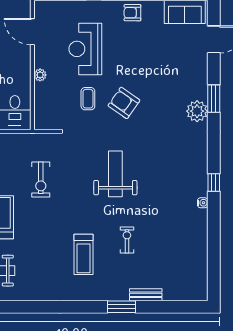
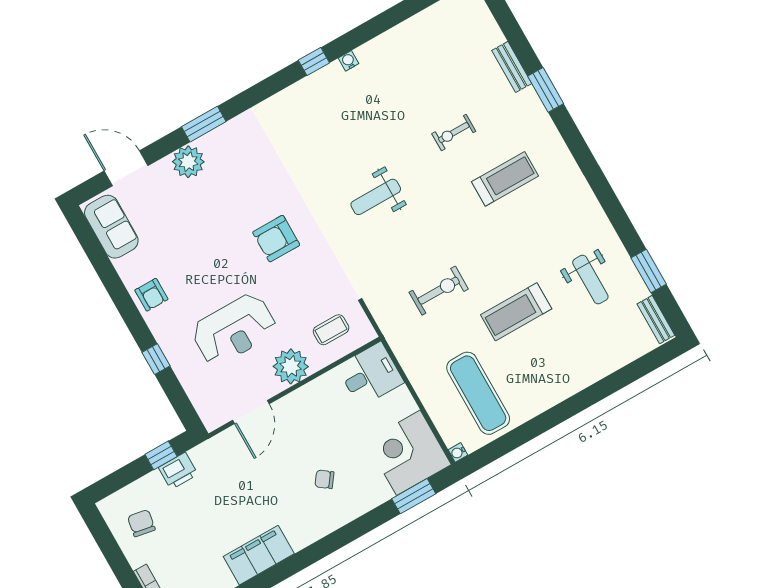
plant: (40, 75) -> (291, 366), width x1.88, depth x1.88
coffee table: (88, 99) -> (331, 330), moved
armchair: (124, 103) -> (276, 239), turned 55
plant: (197, 111) -> (188, 162), moved
weight bench: (115, 174) -> (376, 197), width x0.73, depth x0.75

